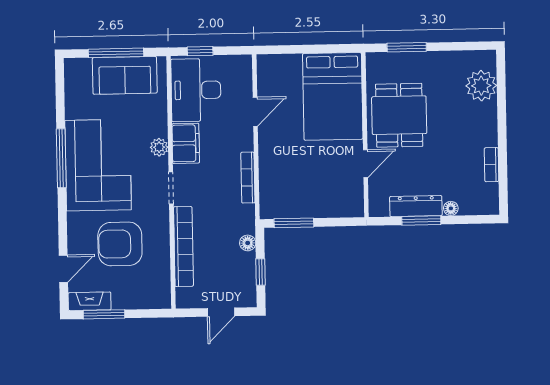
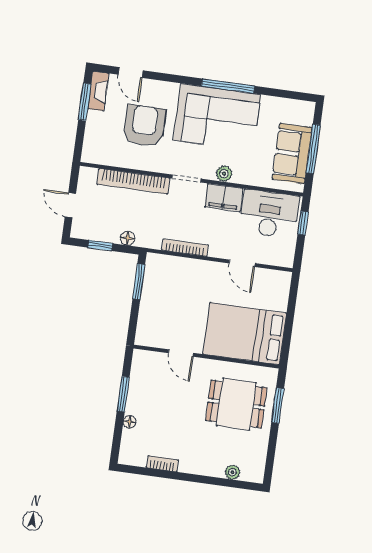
plant: (481, 86) -> (232, 472), width x0.53, depth x0.53
dining table: (399, 115) -> (236, 404), moved
dresser: (416, 206) -> (137, 391), removed

